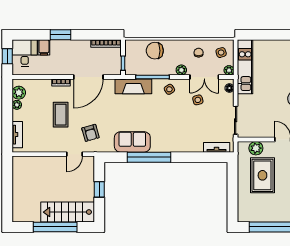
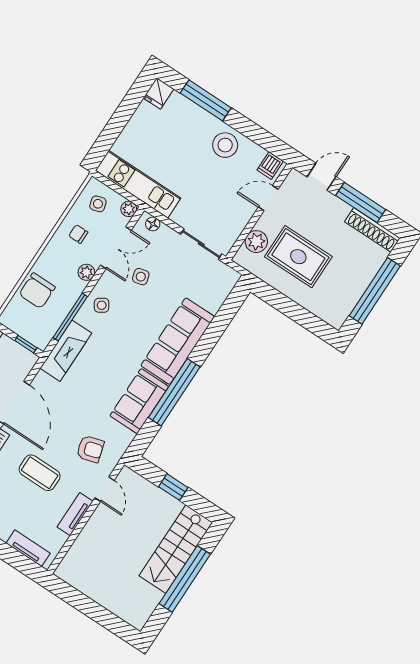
sofa: (177, 141) -> (178, 341), added
tv unit: (217, 147) -> (75, 514), moved

